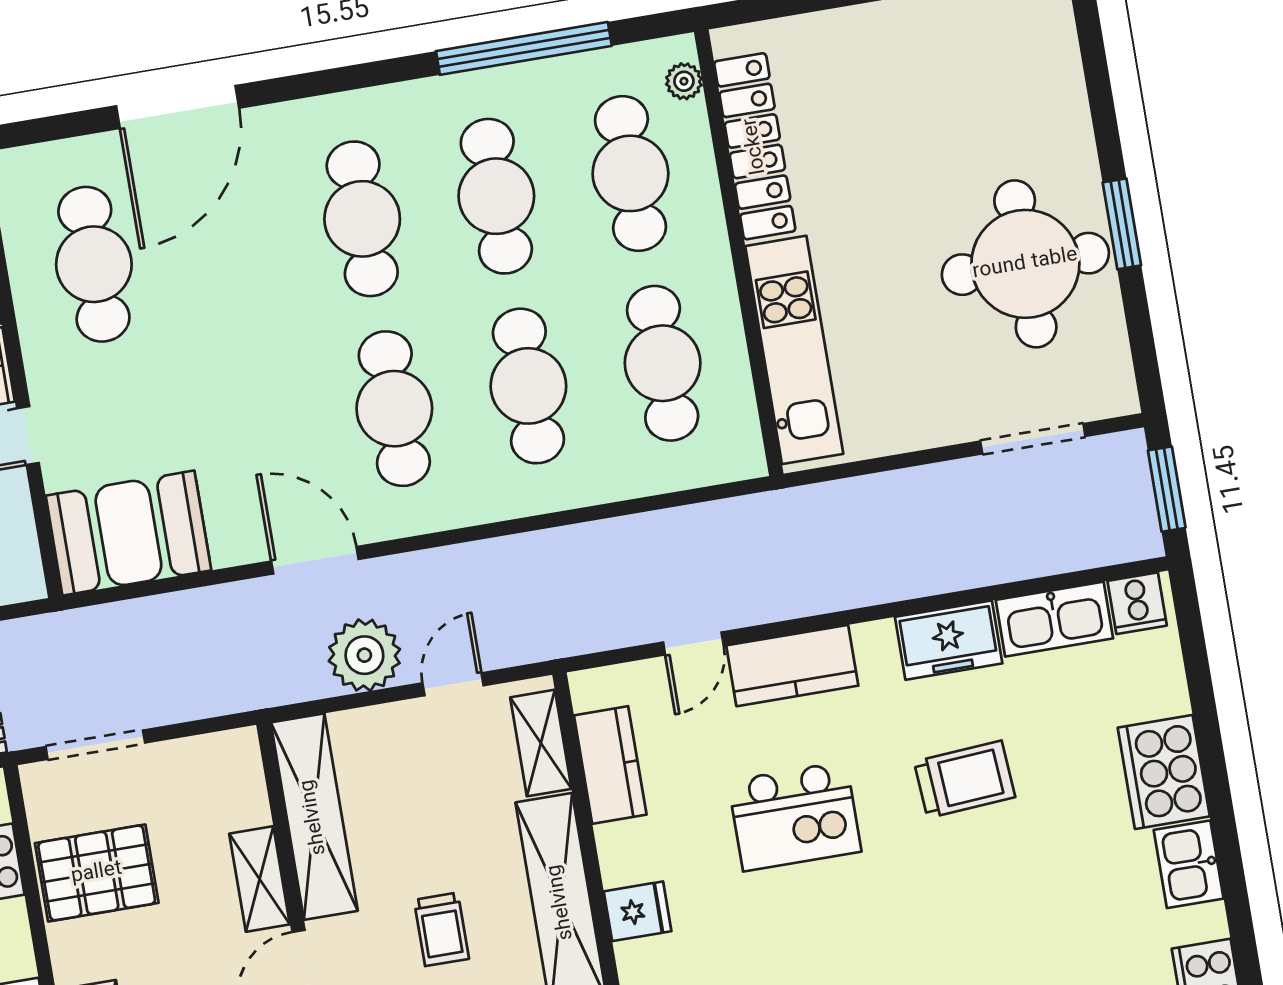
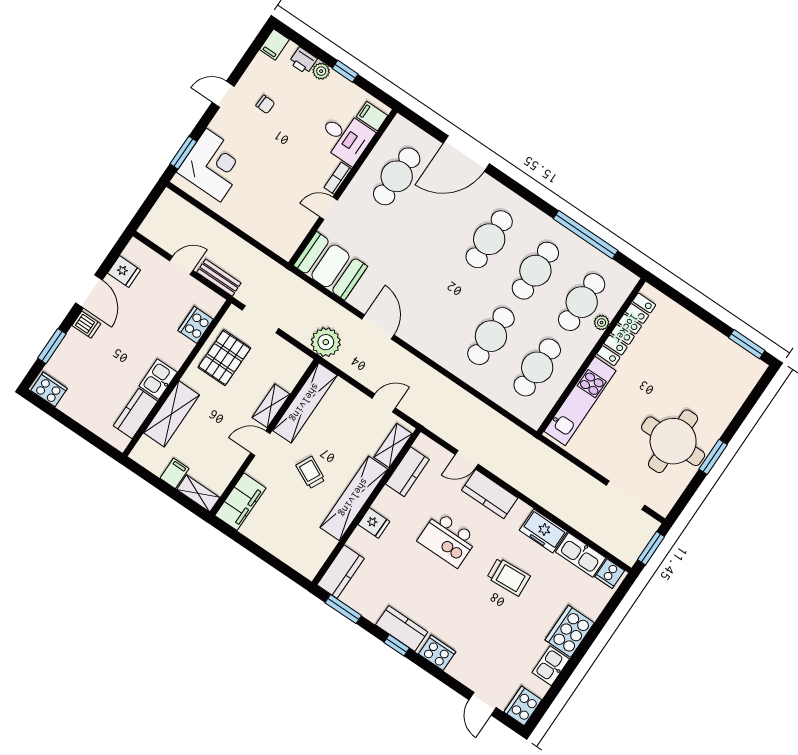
plant: (684, 81) -> (602, 323), moved
cafe table: (394, 409) -> (445, 305), removed
plant: (364, 655) -> (326, 342), moved
pallet: (97, 873) -> (224, 358), turned 90
trolley: (441, 929) -> (311, 472), turned 116

